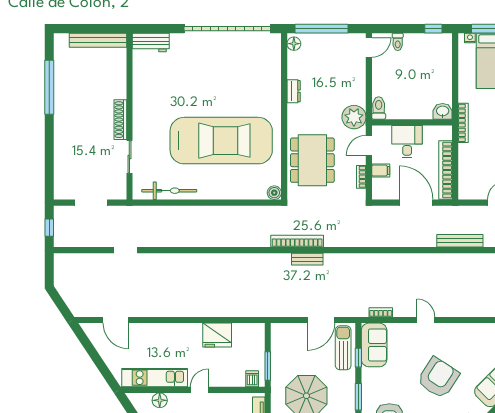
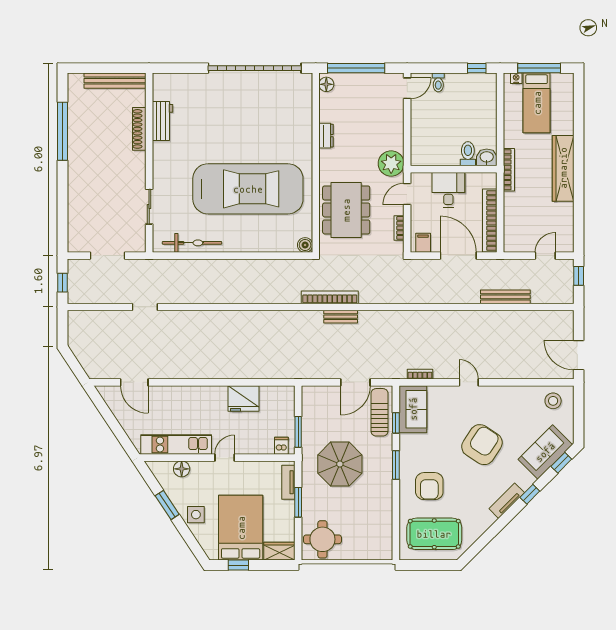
workbench: (151, 43) -> (162, 121), moved, turned -90
toilet: (379, 108) -> (468, 154), moved
shoe rack: (120, 120) -> (139, 129), moved
filing cabinet: (381, 171) -> (423, 243), moved, turned -90

